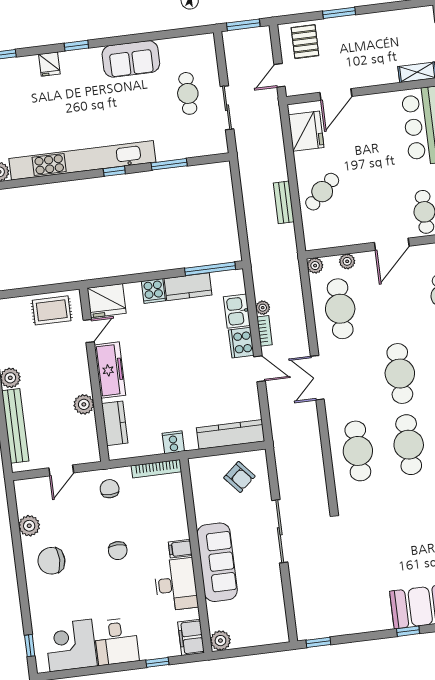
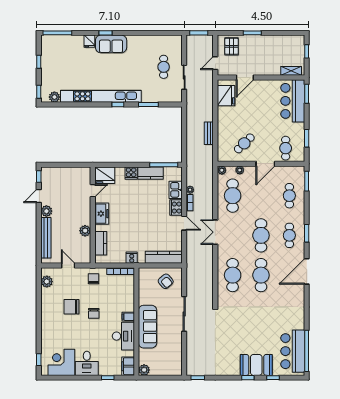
sofa: (131, 59) -> (111, 44), moved
cafe table: (322, 192) -> (244, 143), moved
rug: (52, 310) -> (74, 177), removed
freezer: (110, 370) -> (102, 214), width x0.71
door: (61, 470) -> (68, 265), swing flipped
plant: (29, 526) -> (47, 282), moved
chair: (51, 561) -> (72, 307), moved

